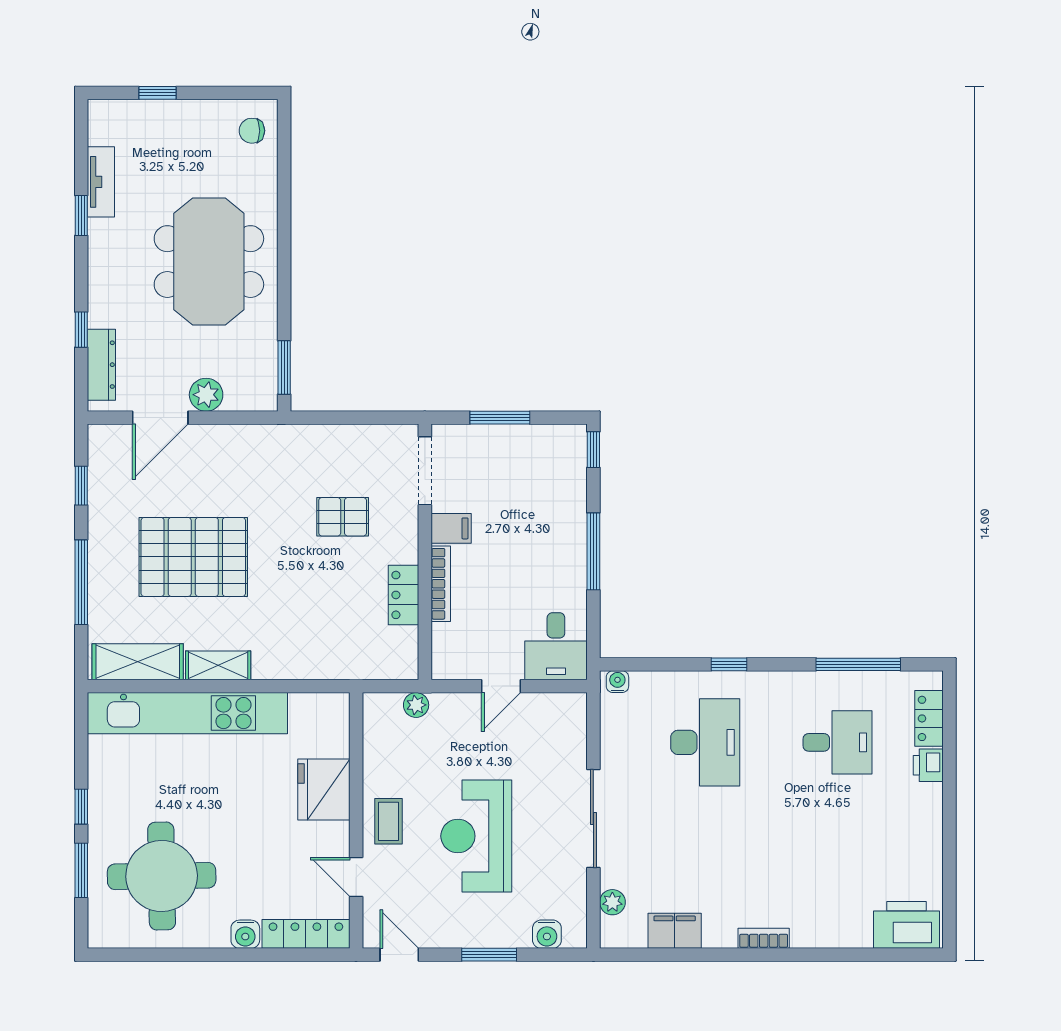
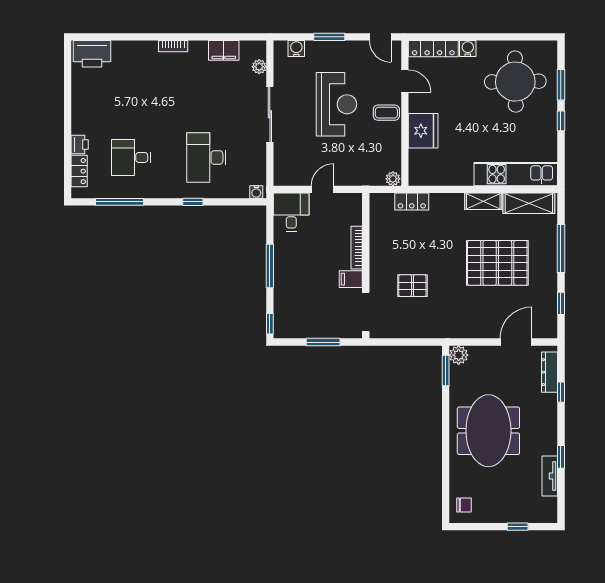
plant: (206, 395) -> (459, 355), moved
locker: (403, 595) -> (412, 202), moved, turned 90
plant: (416, 705) -> (393, 179), moved
kitchen unit: (187, 713) -> (516, 174), width x0.73
coffee table: (389, 821) -> (386, 113), turned 90

